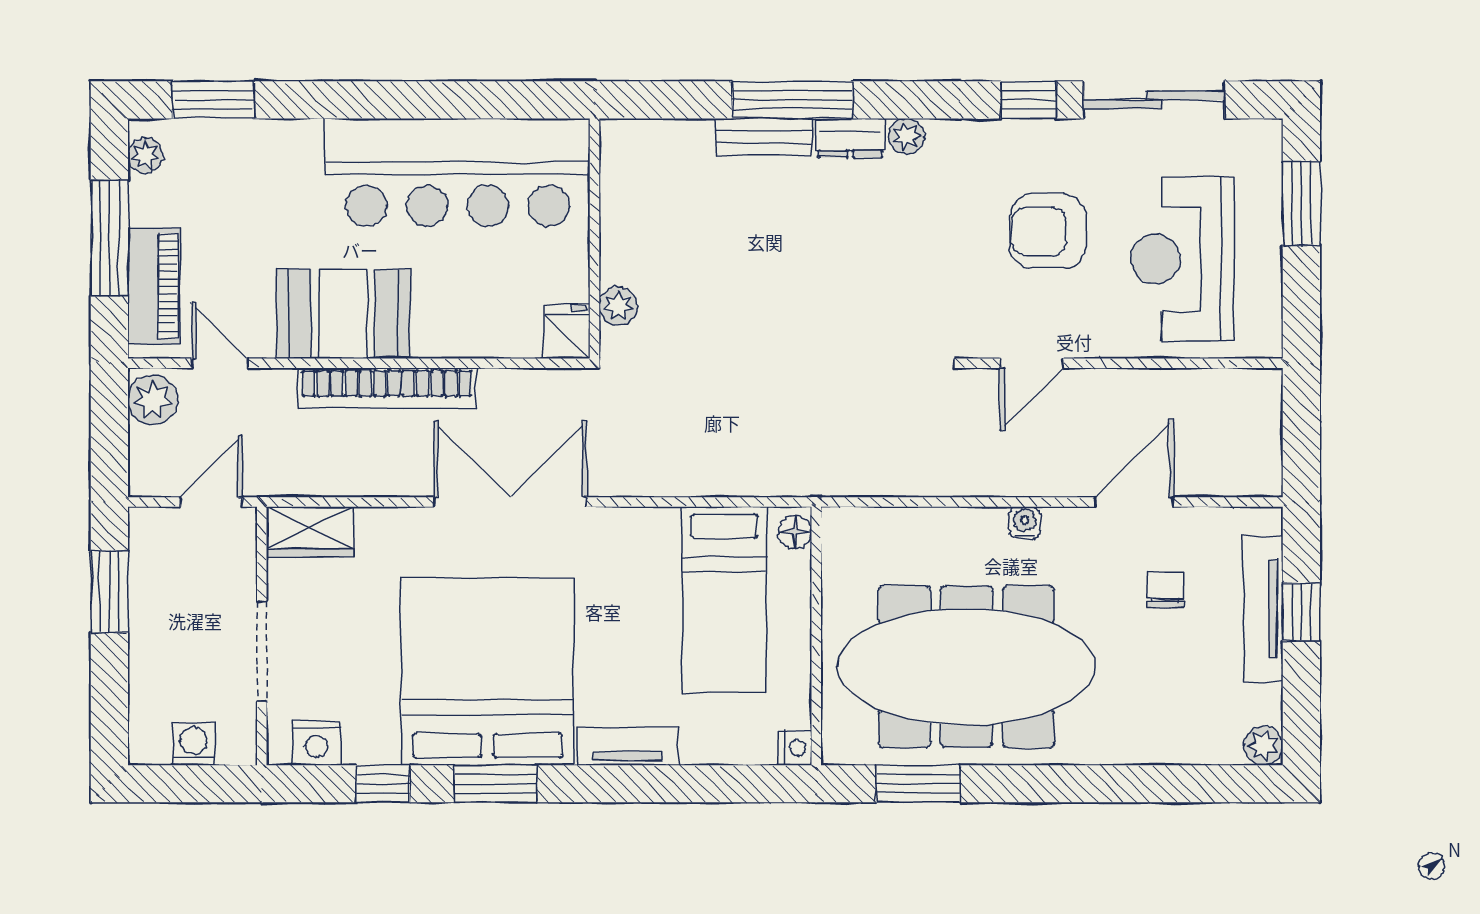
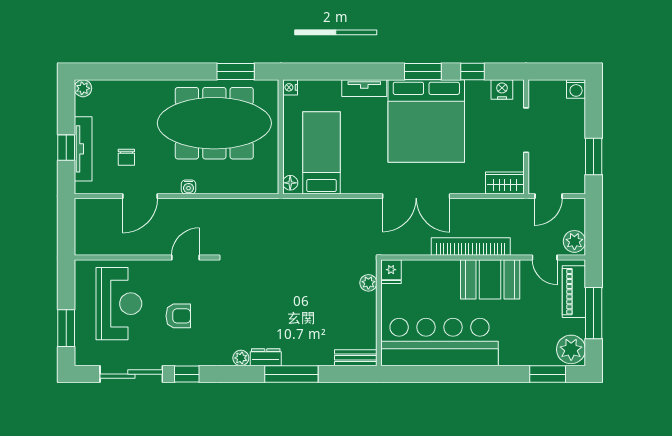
bench: (764, 137) -> (356, 358), moved
plant: (145, 156) -> (571, 349), width x1.88, depth x1.88
armchair: (1048, 231) -> (178, 316), width x0.72, depth x0.72
washing machine: (193, 744) -> (576, 89), moved

